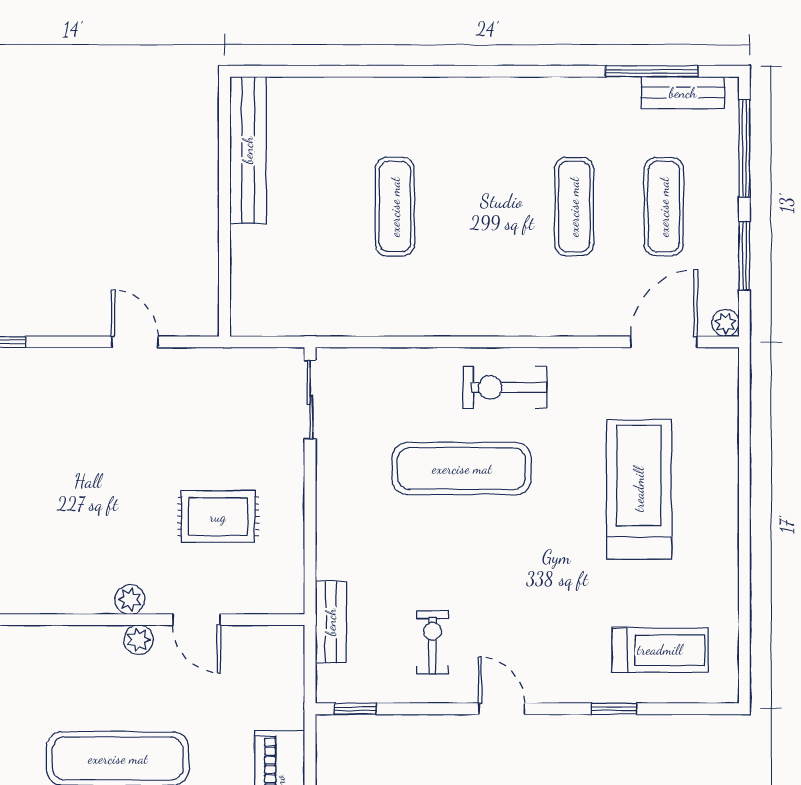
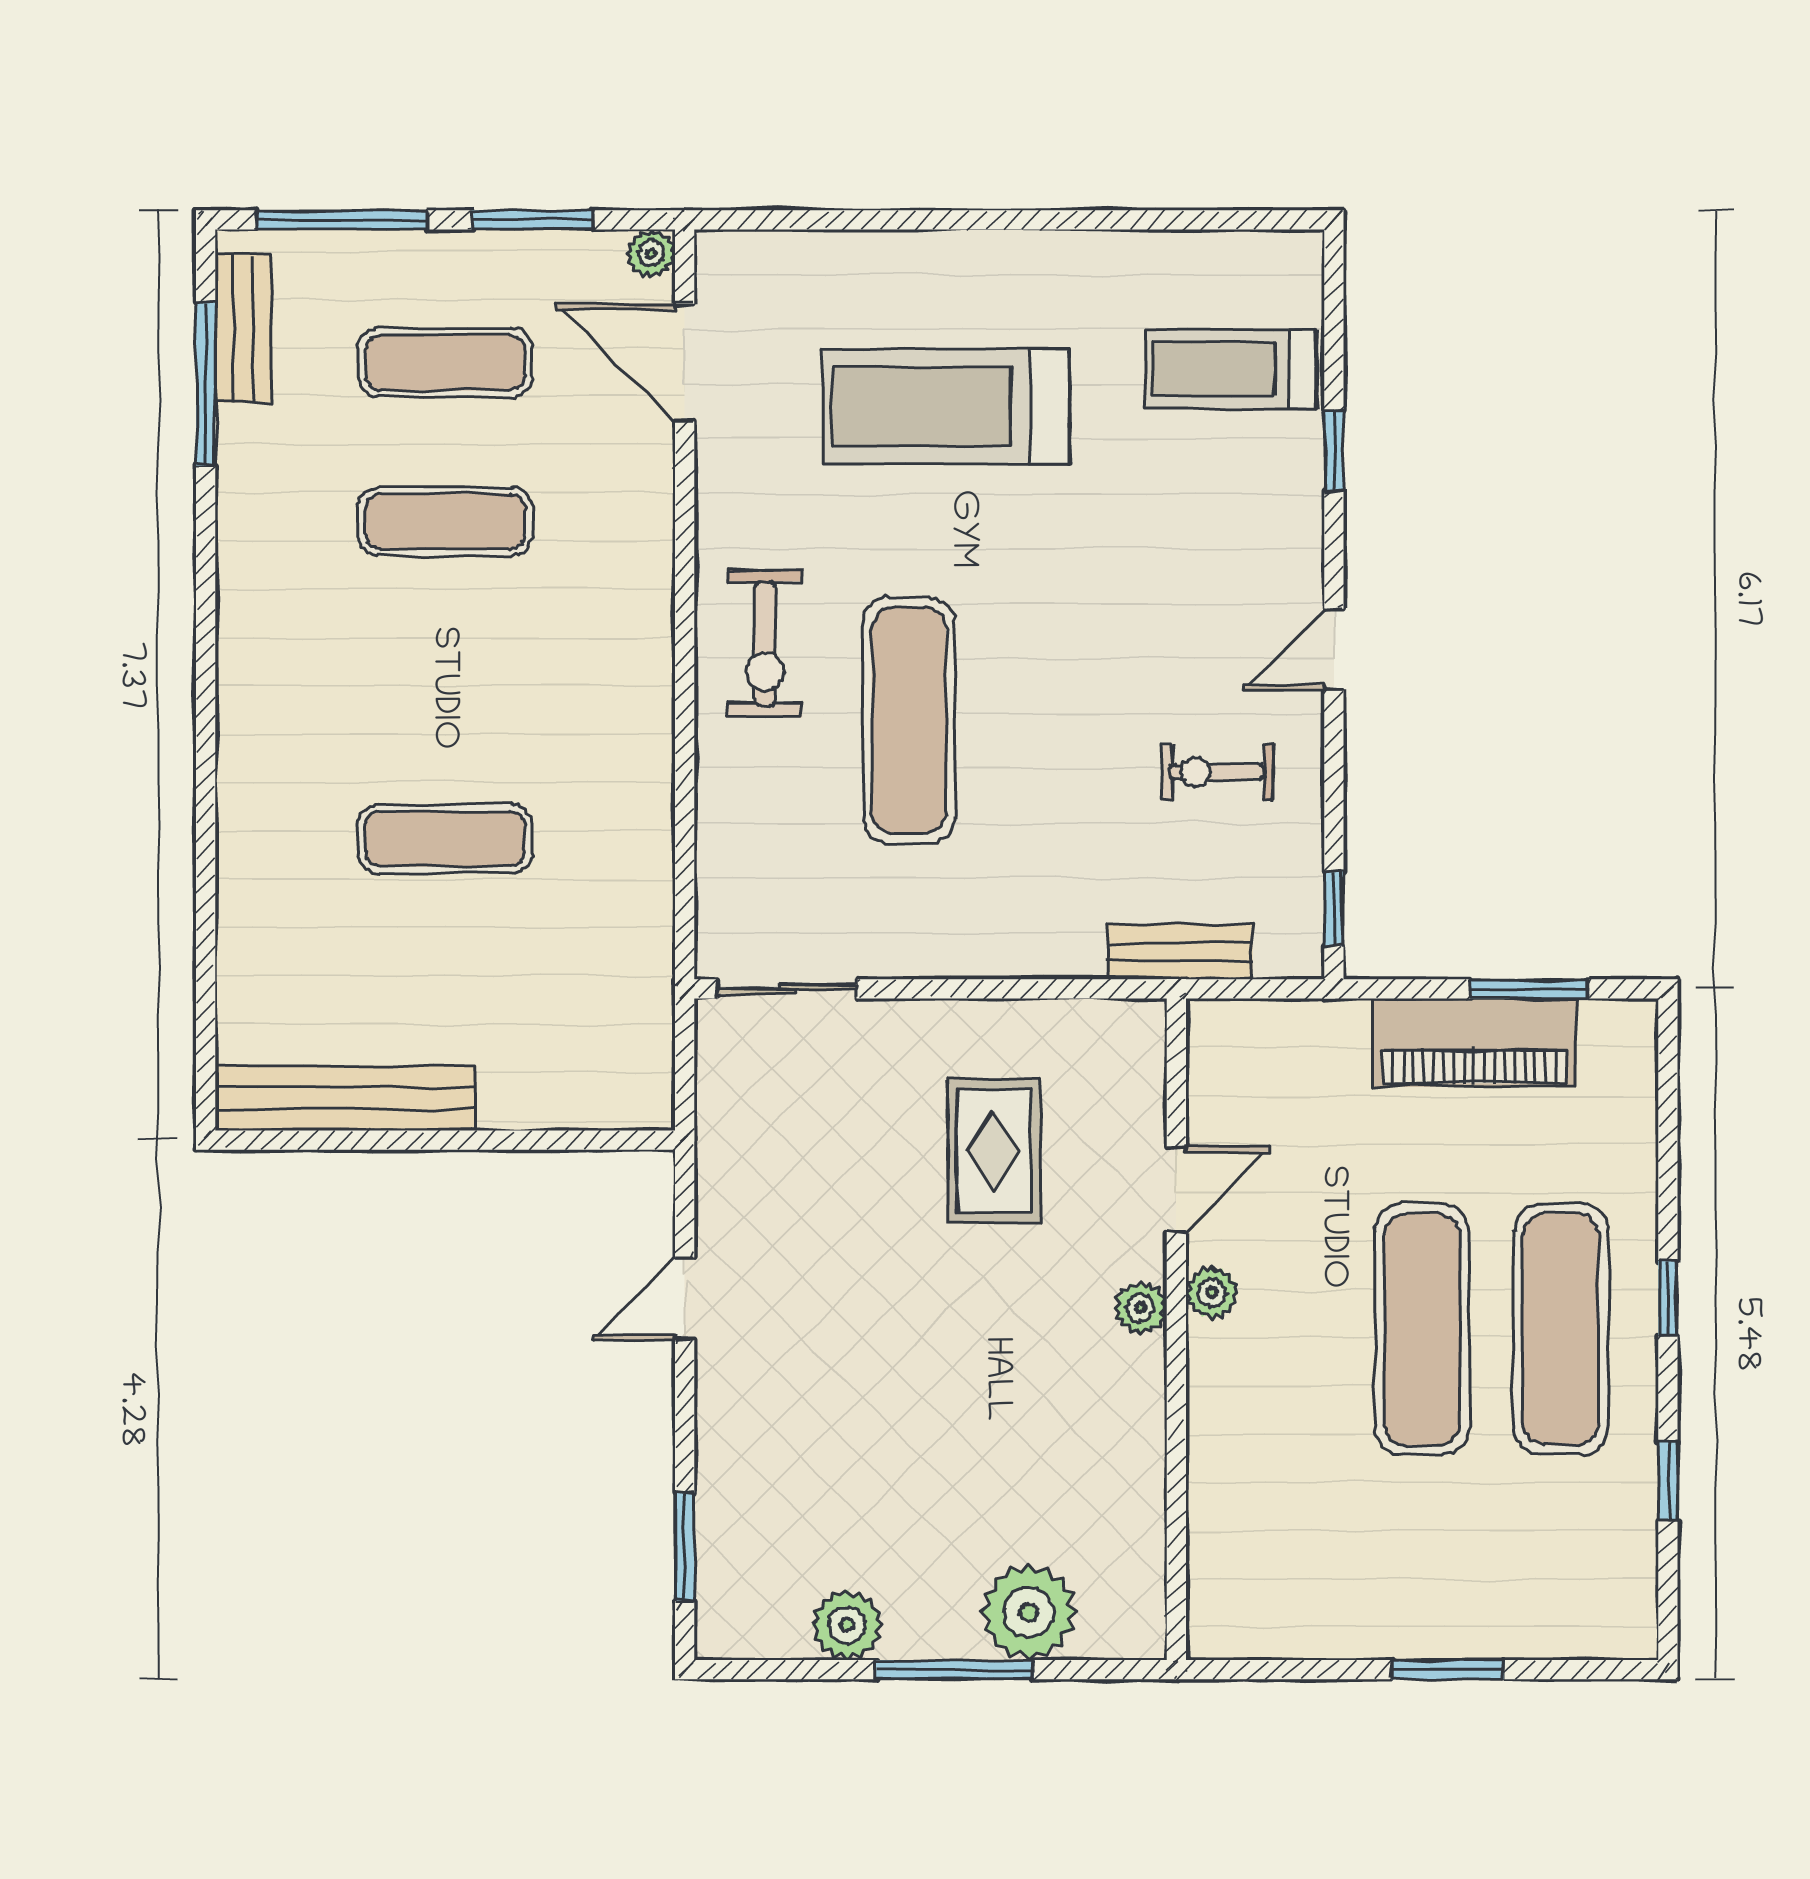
treadmill: (660, 650) -> (1230, 369), turned -90

